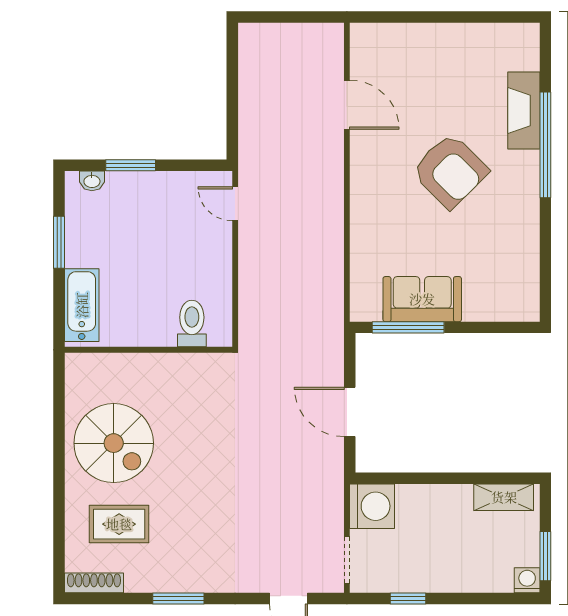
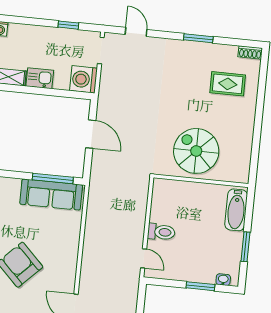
sofa: (422, 299) -> (51, 194), width x1.36
toilet: (192, 324) -> (161, 232), moved, turned -90
spiral stairs: (114, 443) -> (196, 151), moved
kitchen sink: (449, 500) -> (40, 78), added
shoe rack: (94, 583) -> (250, 52), width x0.70

